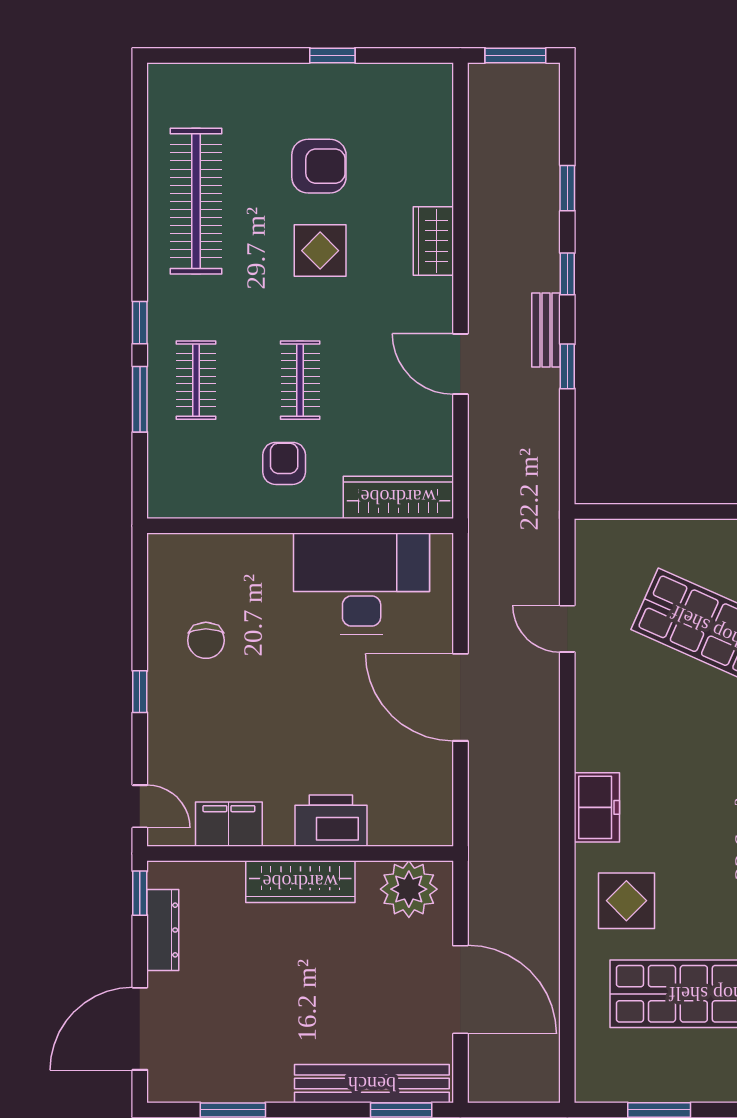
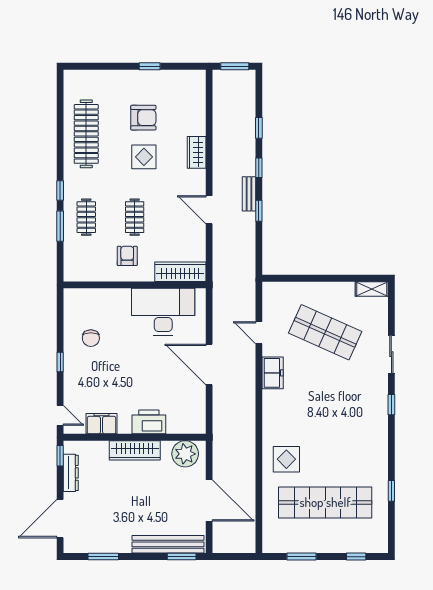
freezer: (597, 807) -> (273, 373), moved

